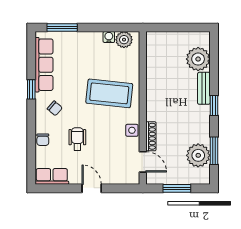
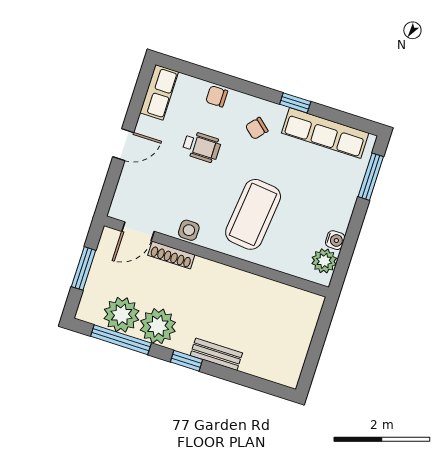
plant: (198, 59) -> (158, 326), moved
window: (214, 151) -> (121, 340), width x1.44

